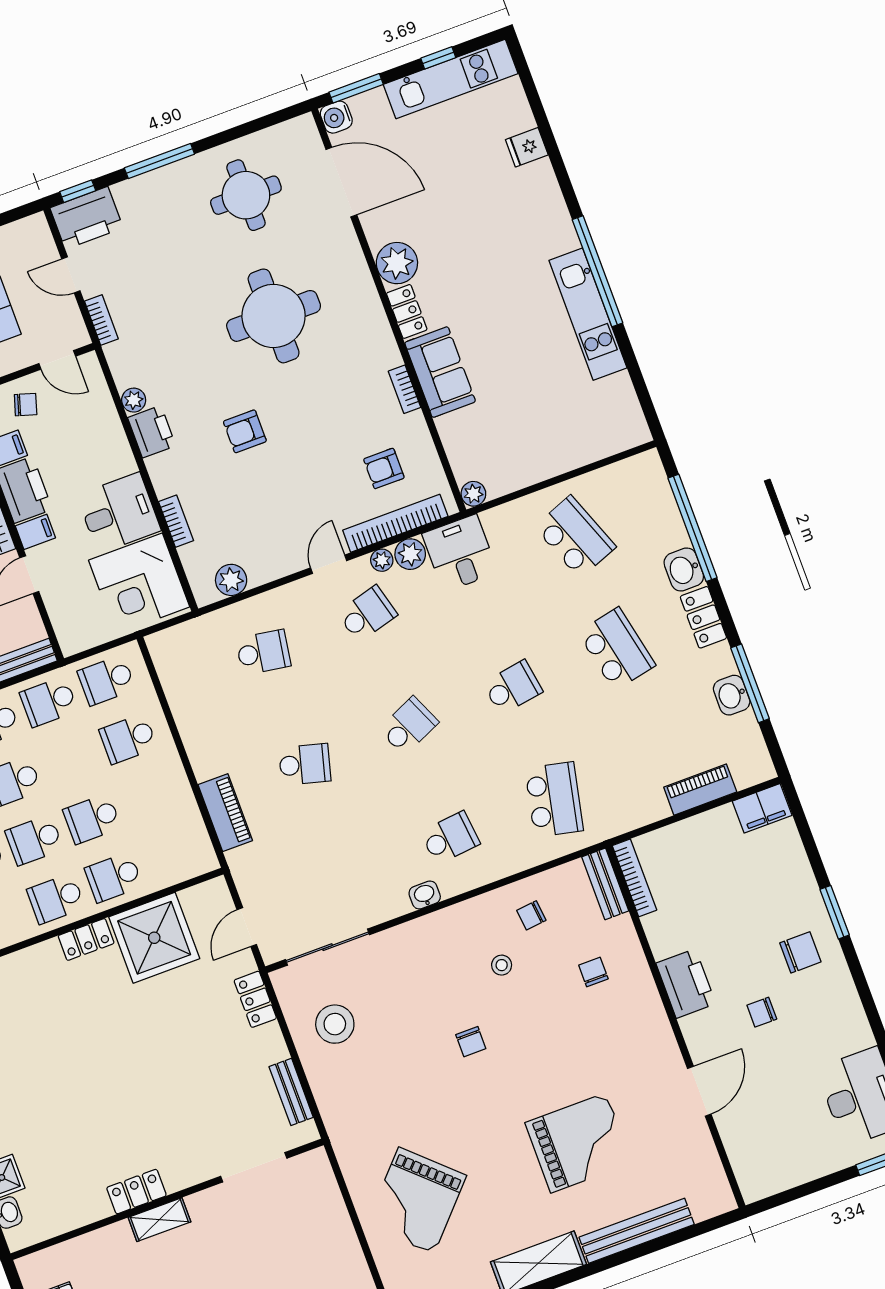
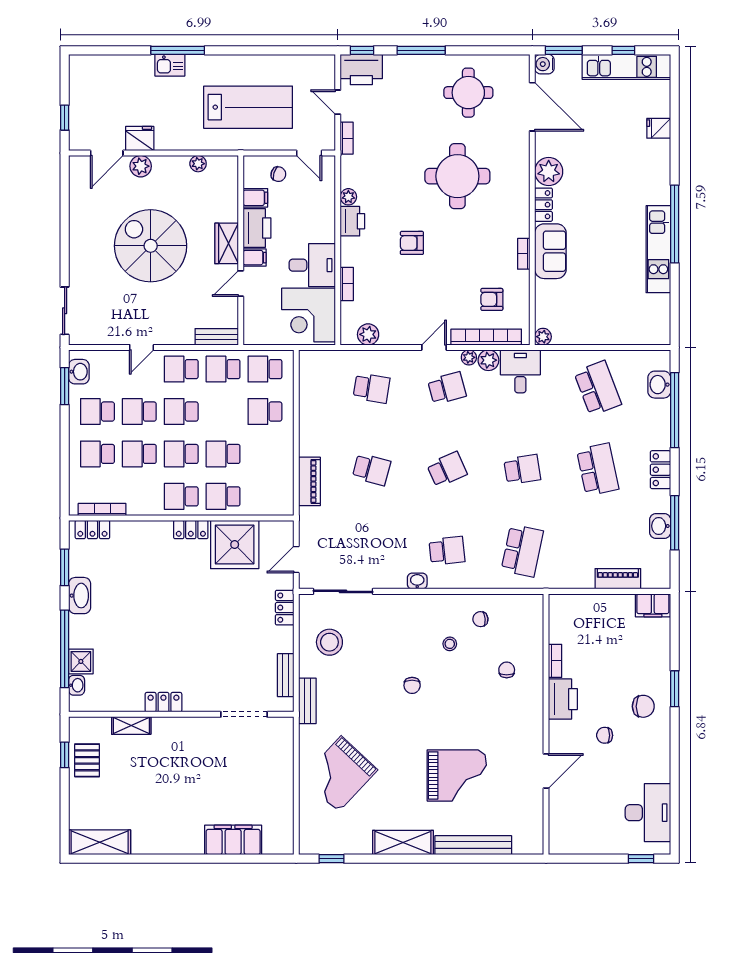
washbasin: (684, 570) -> (659, 385), moved
bookcase: (634, 878) -> (555, 661), moved, width x0.64
bench: (605, 884) -> (307, 701), moved
shelving: (159, 1220) -> (131, 726), moved

